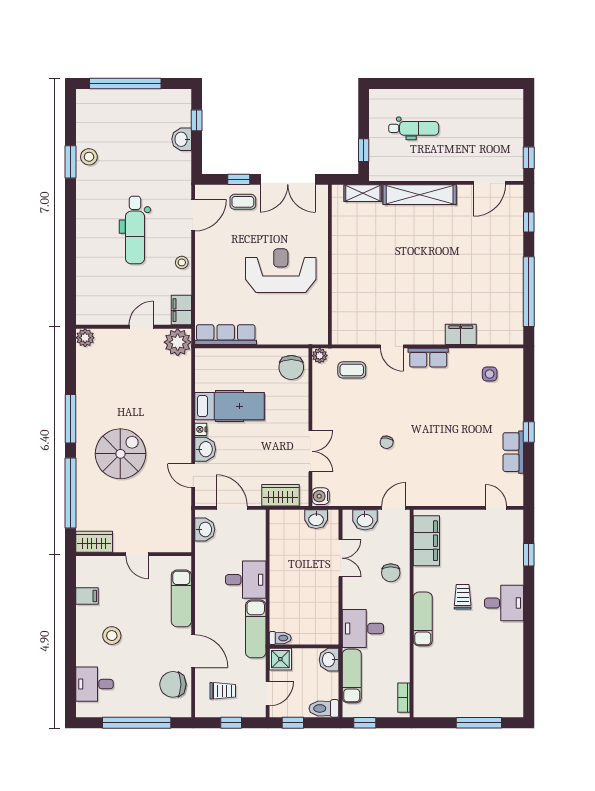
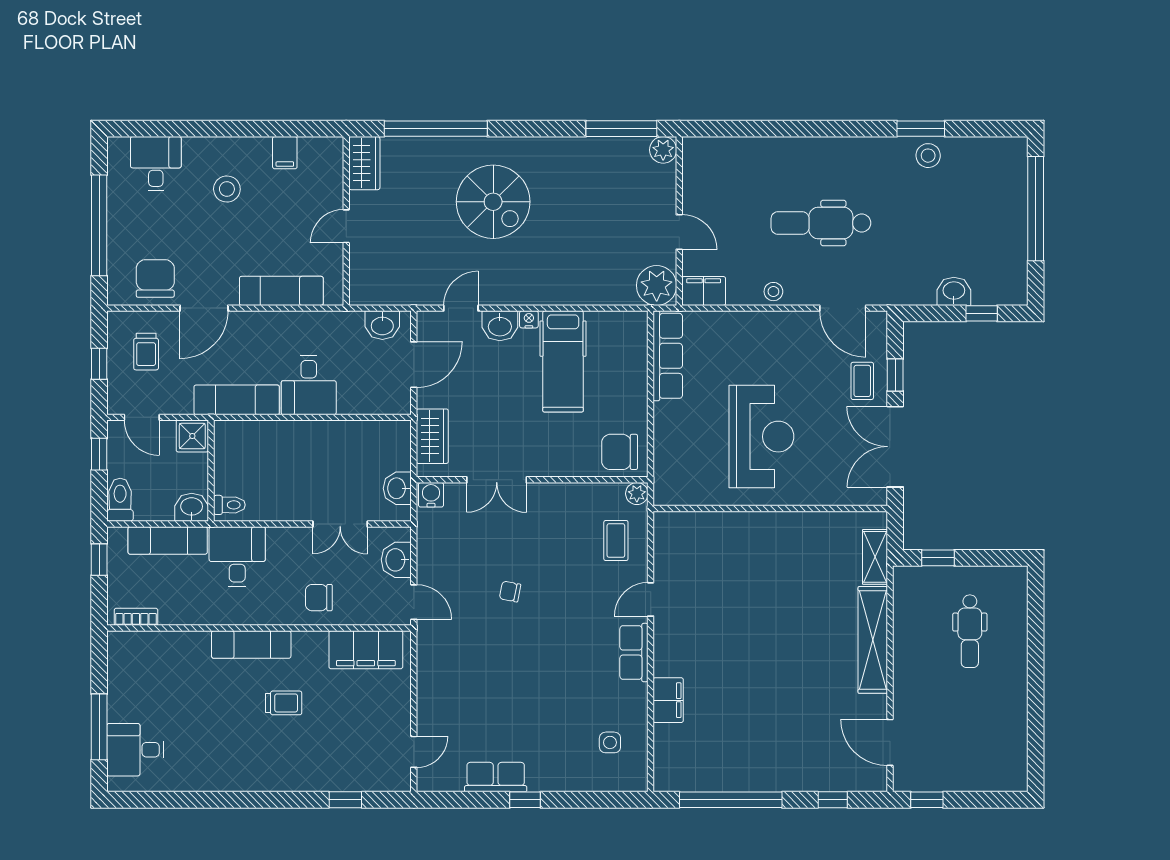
window: (71, 419) -> (621, 129), moved
desk: (504, 603) -> (135, 750), moved, turned 90
toilet: (280, 638) -> (229, 505), moved, turned -90

